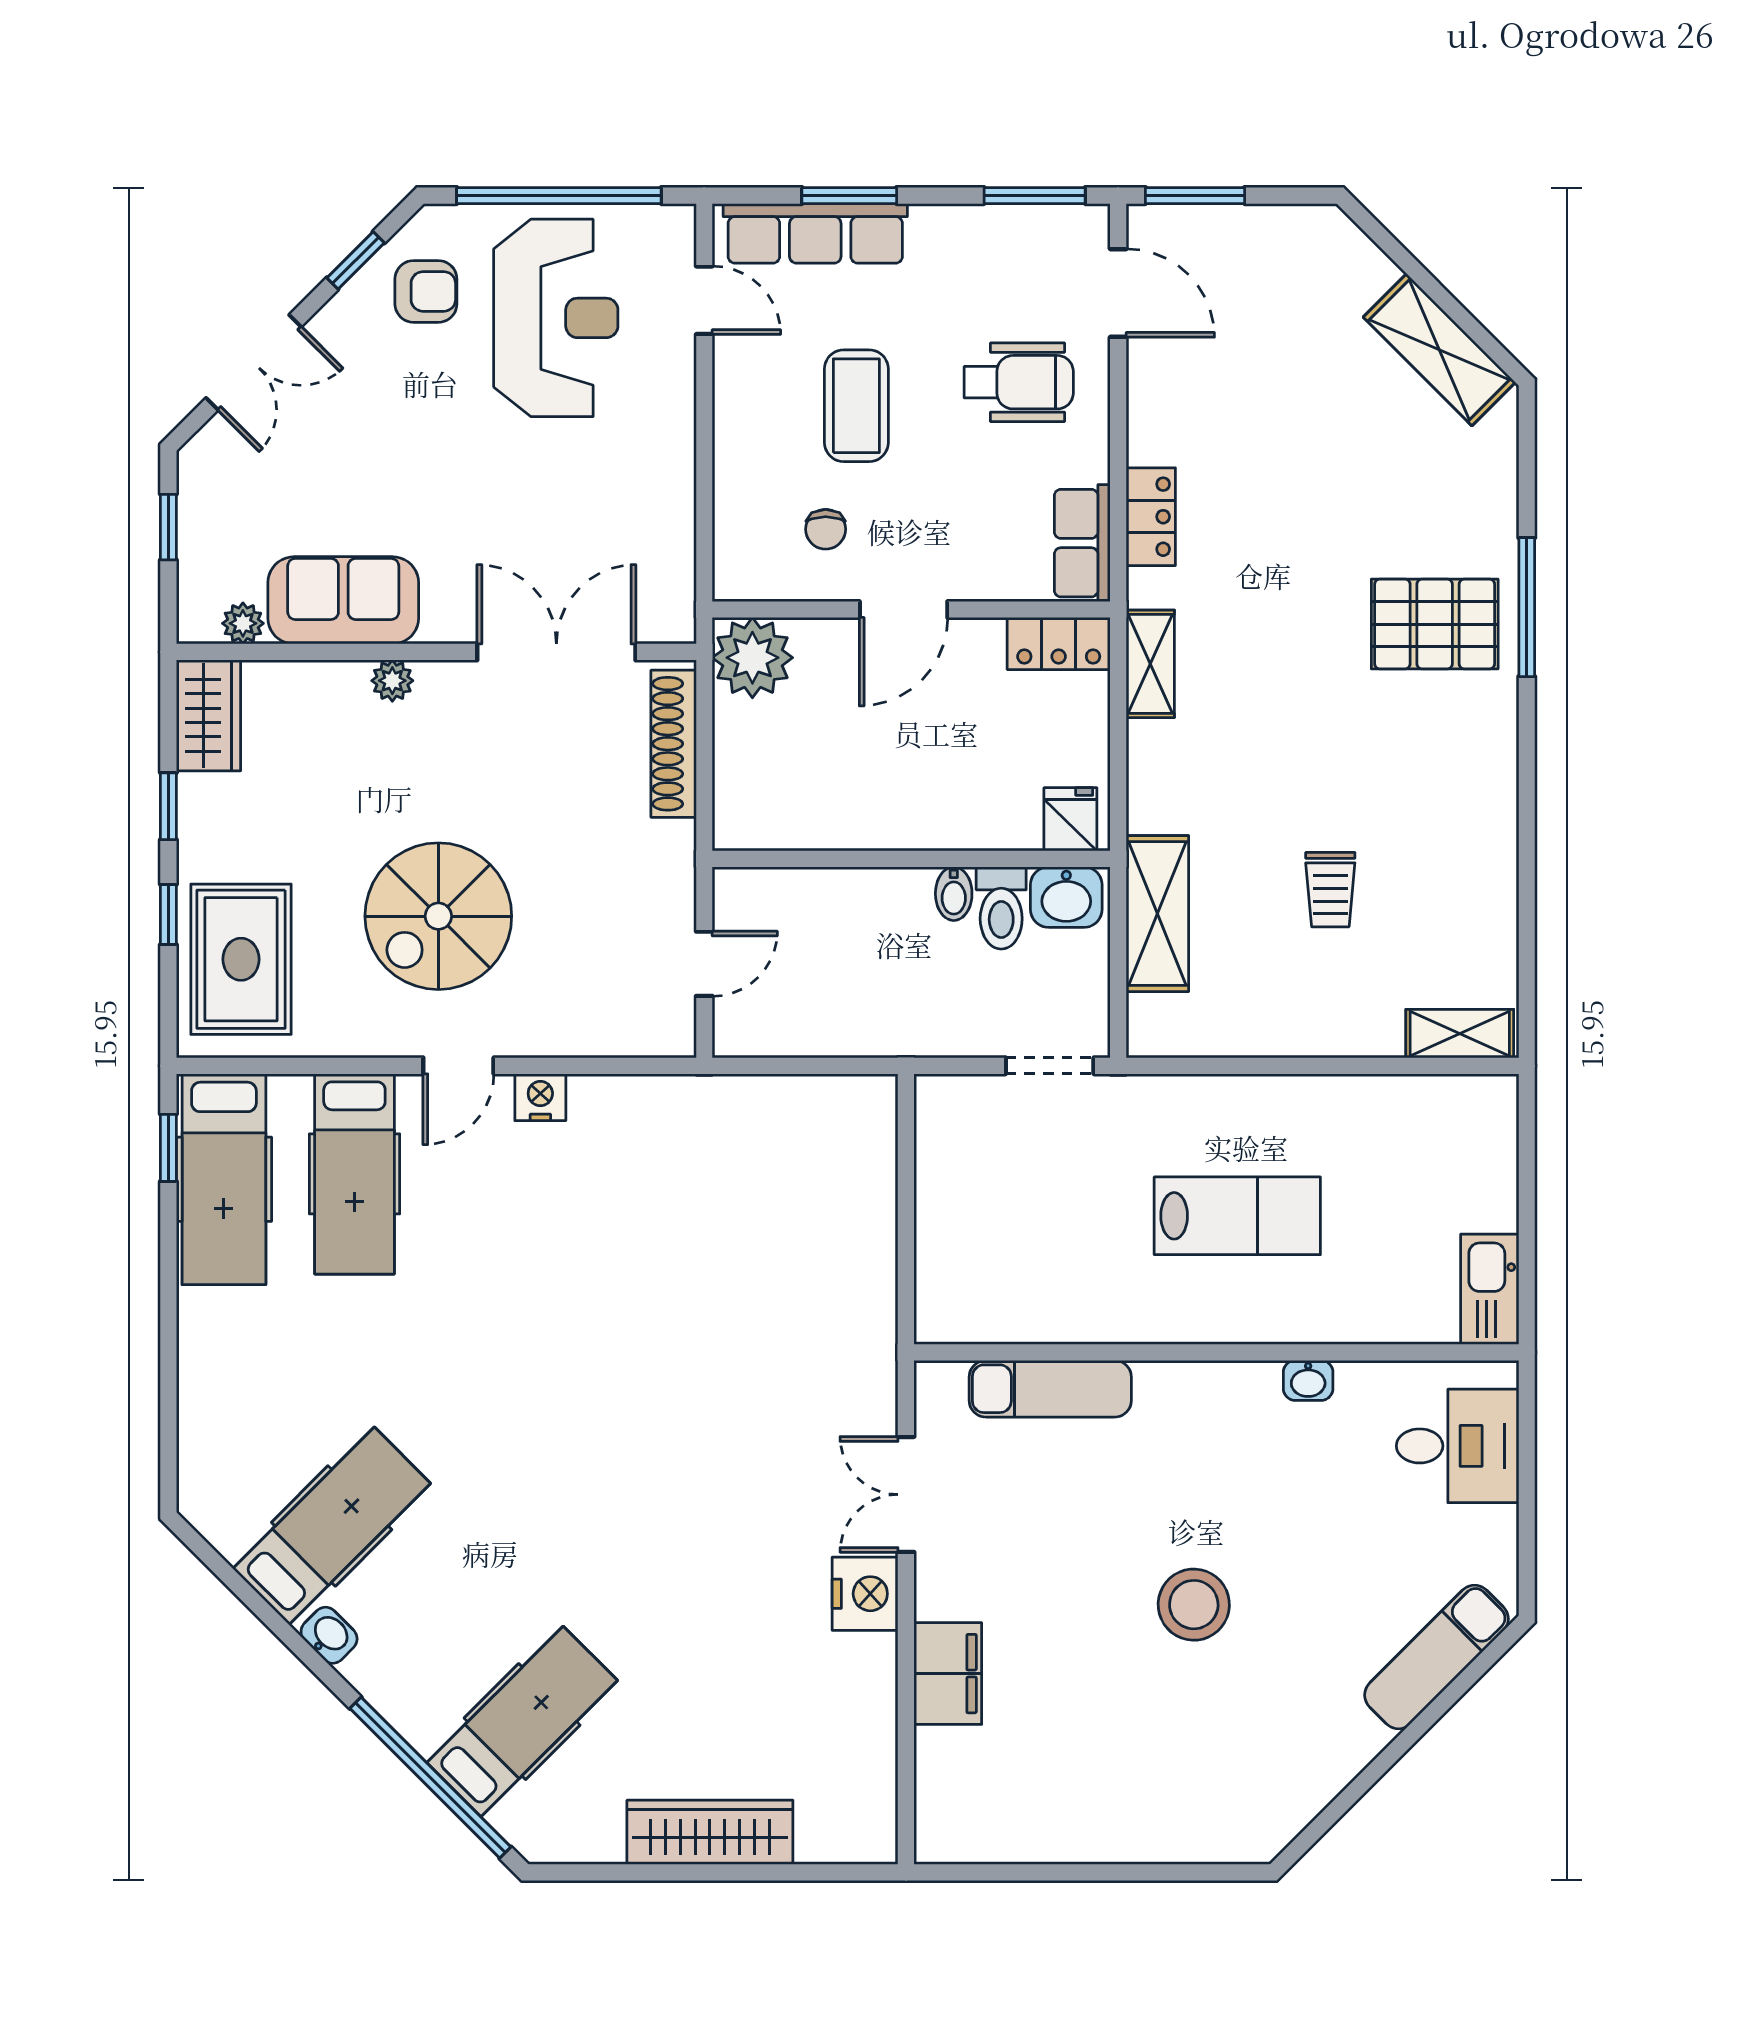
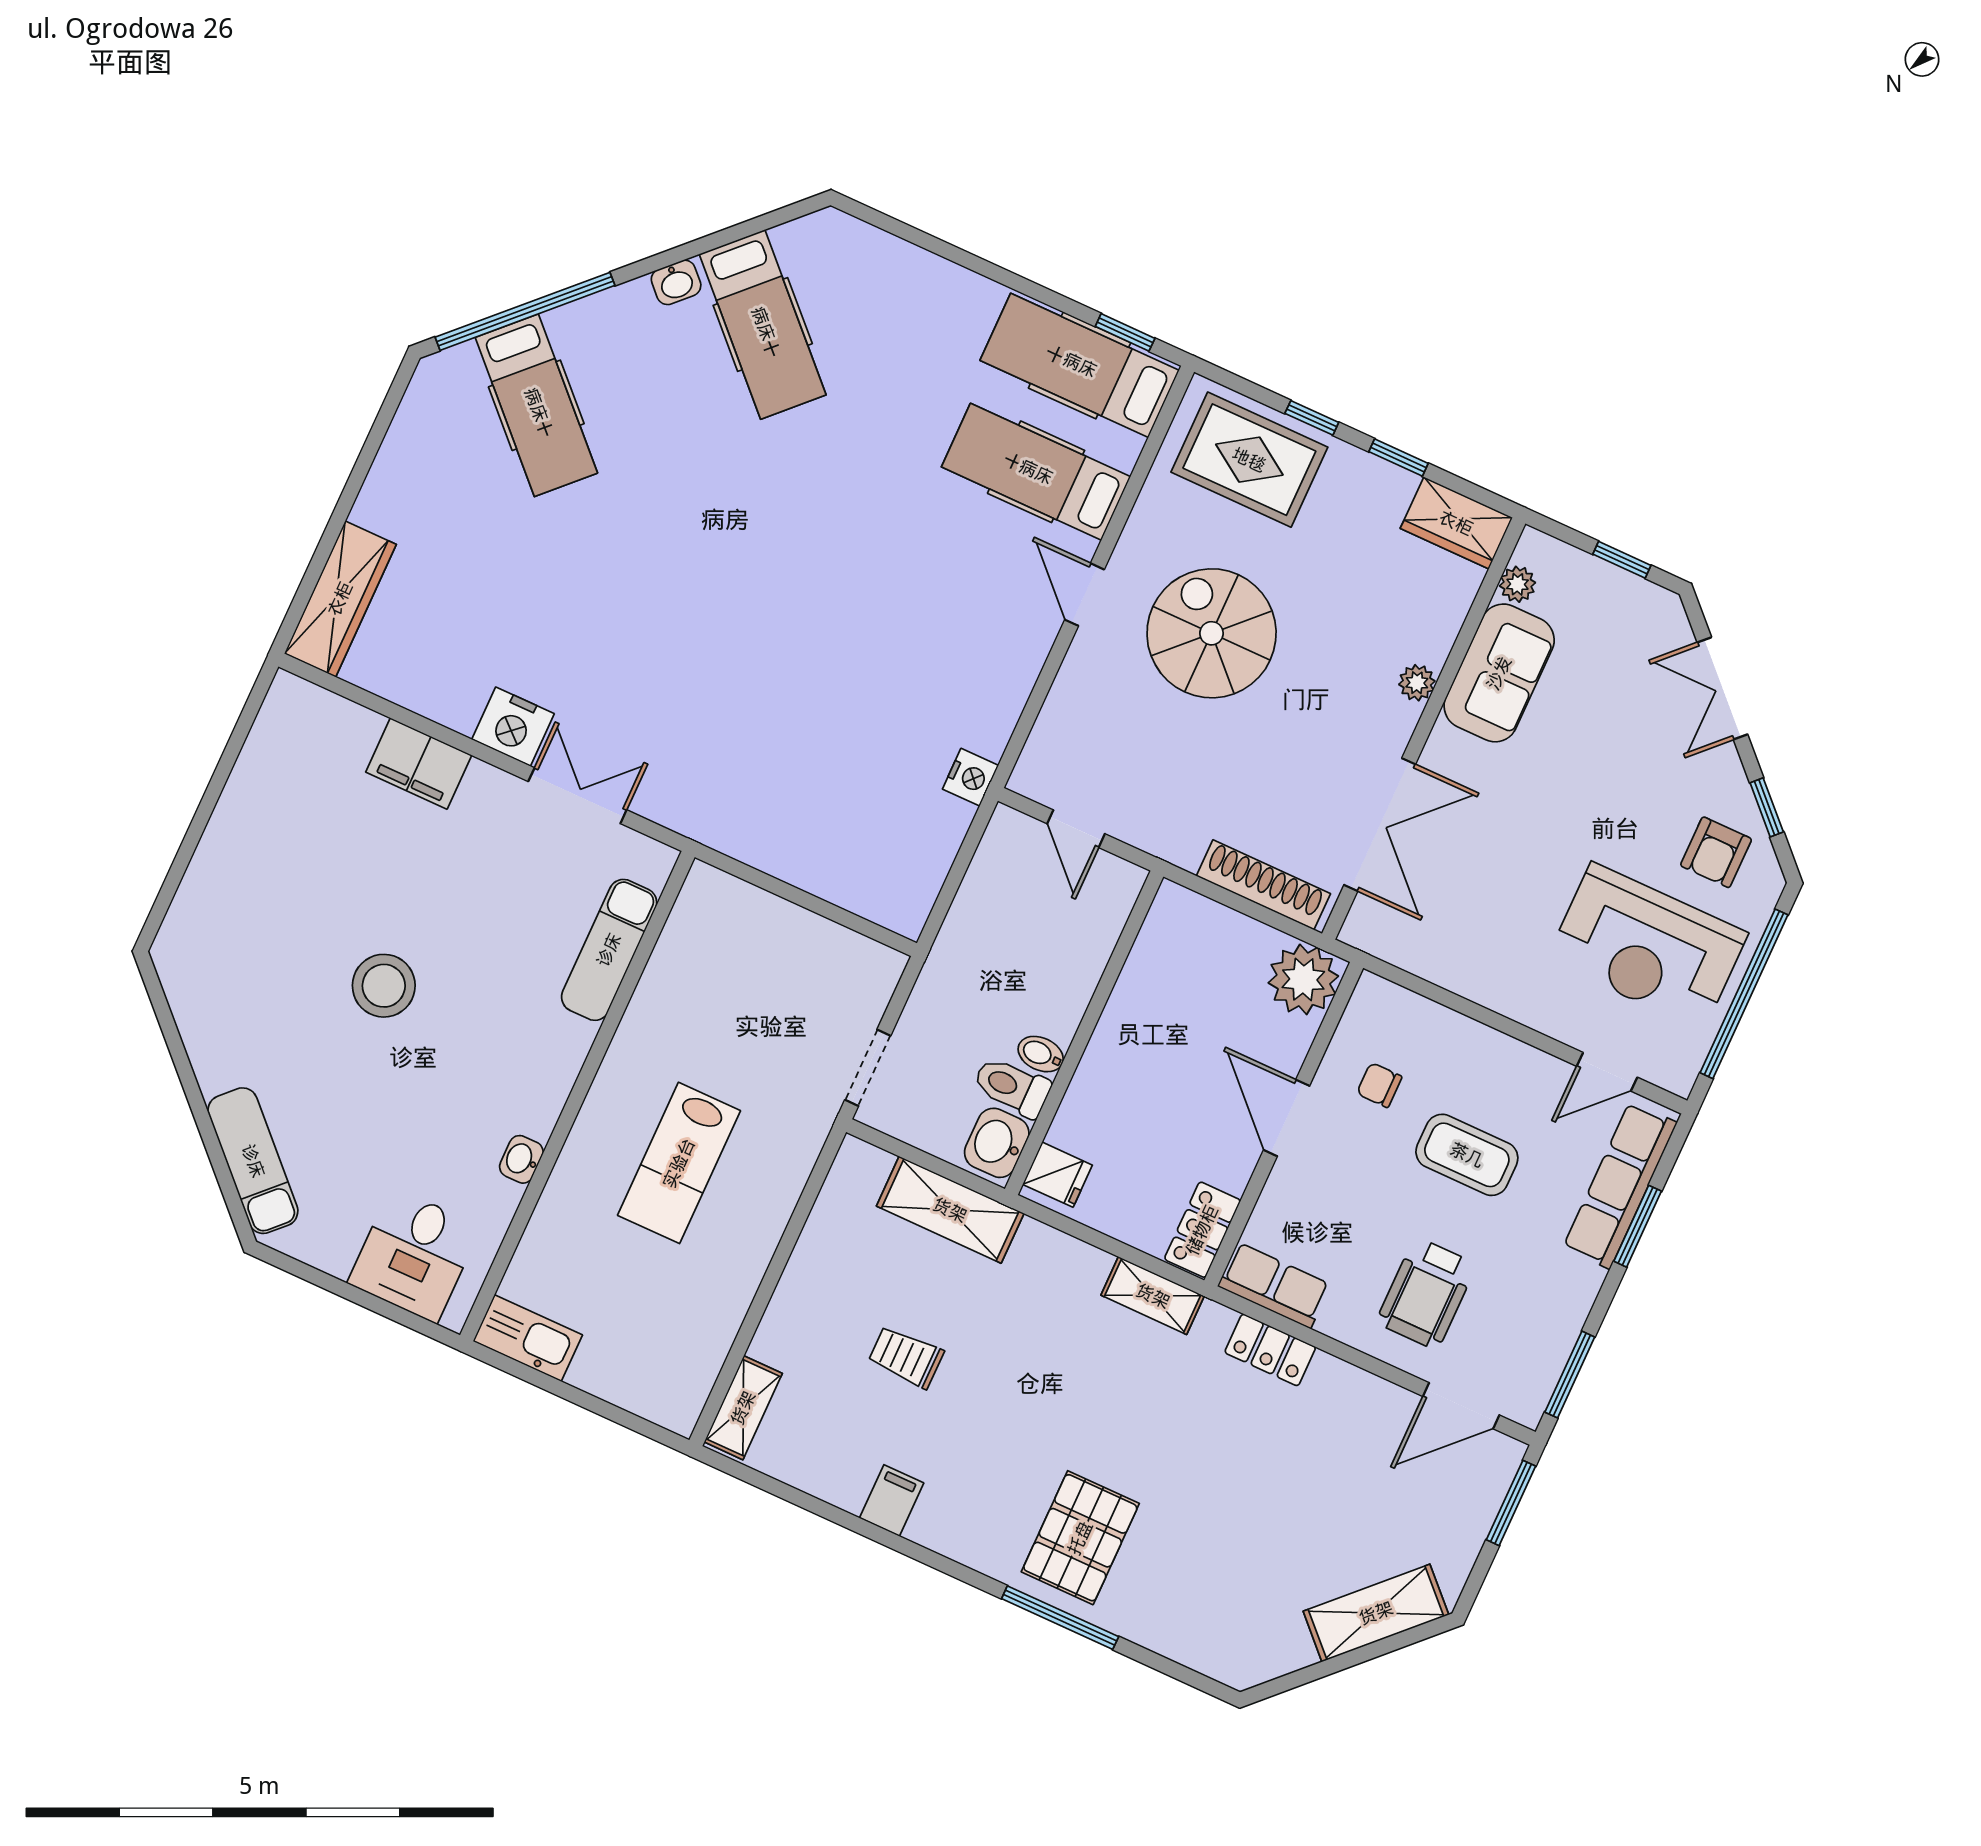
shelving: (1439, 350) -> (1376, 1613), moved
filing cabinet: (1485, 837) -> (892, 1500), added
nightstand: (540, 1097) -> (970, 777), moved
wardrobe: (710, 1832) -> (340, 599), moved

